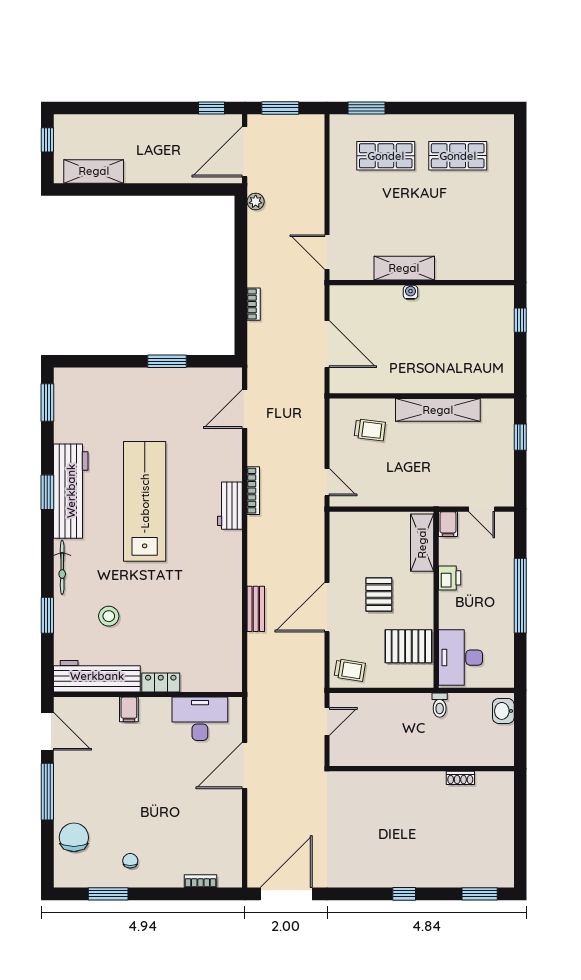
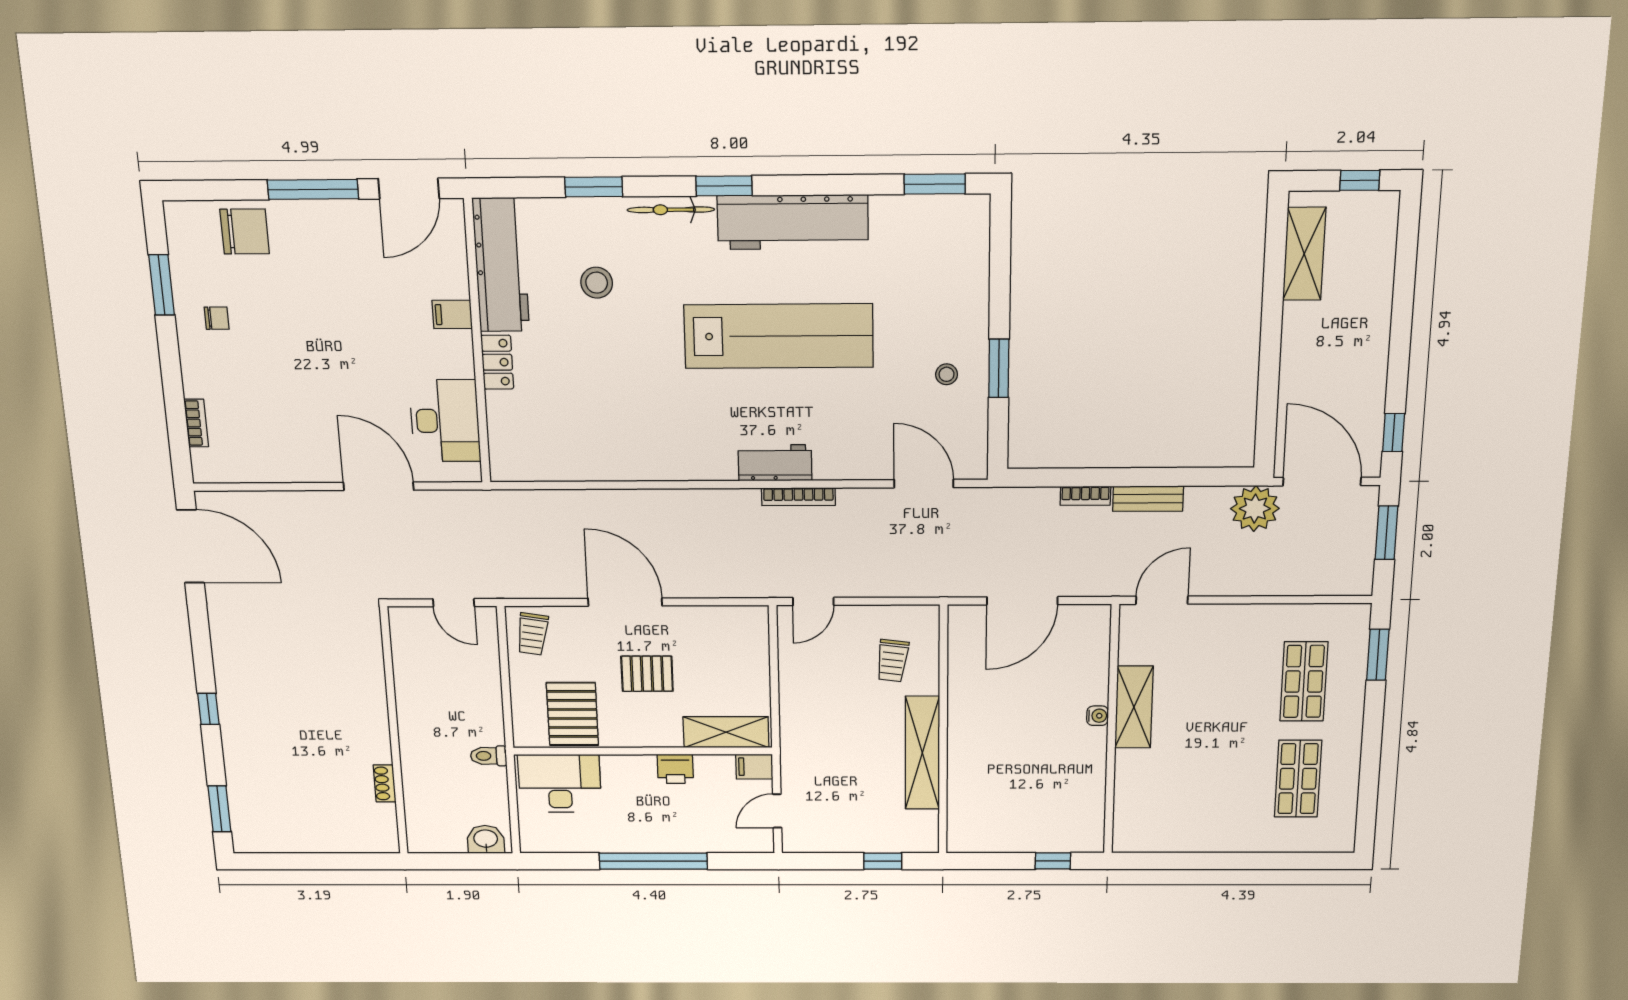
plant: (256, 201) -> (1255, 509), width x1.88, depth x1.88
stool: (171, 395) -> (947, 374), added
window: (47, 492) -> (724, 186), moved
bench: (256, 609) -> (1148, 499), moved

